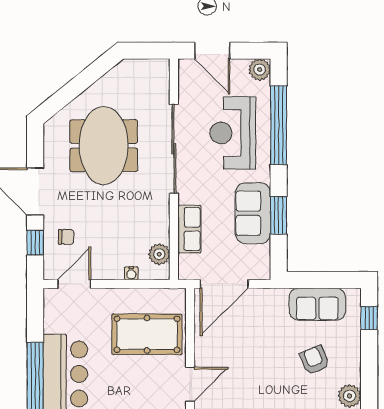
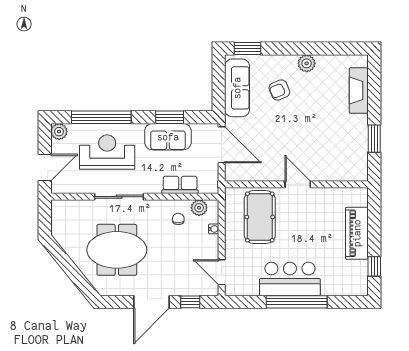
reception desk: (233, 133) -> (107, 152), turned 180
sliding door: (174, 149) -> (119, 197), width x0.73
chair: (66, 237) -> (178, 219), moved
door: (224, 284) -> (222, 145), moved
sofa: (317, 304) -> (237, 88), width x1.36
window: (369, 318) -> (248, 49), width x1.50

